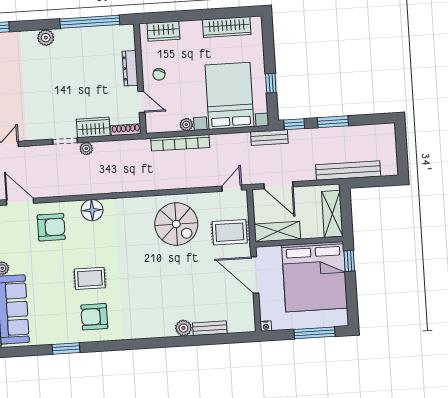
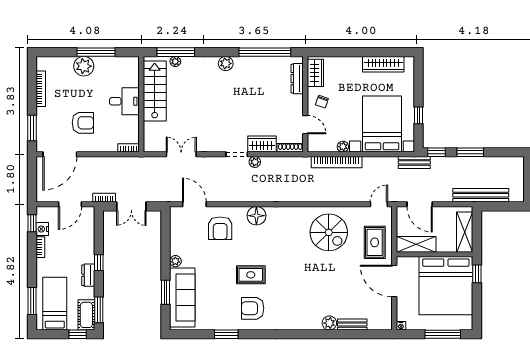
wardrobe: (163, 31) -> (315, 73), moved, turned -90
dresser: (130, 68) -> (297, 79), moved
armchair: (51, 227) -> (220, 228), turned 90
rug: (230, 232) -> (375, 242), turned 90

